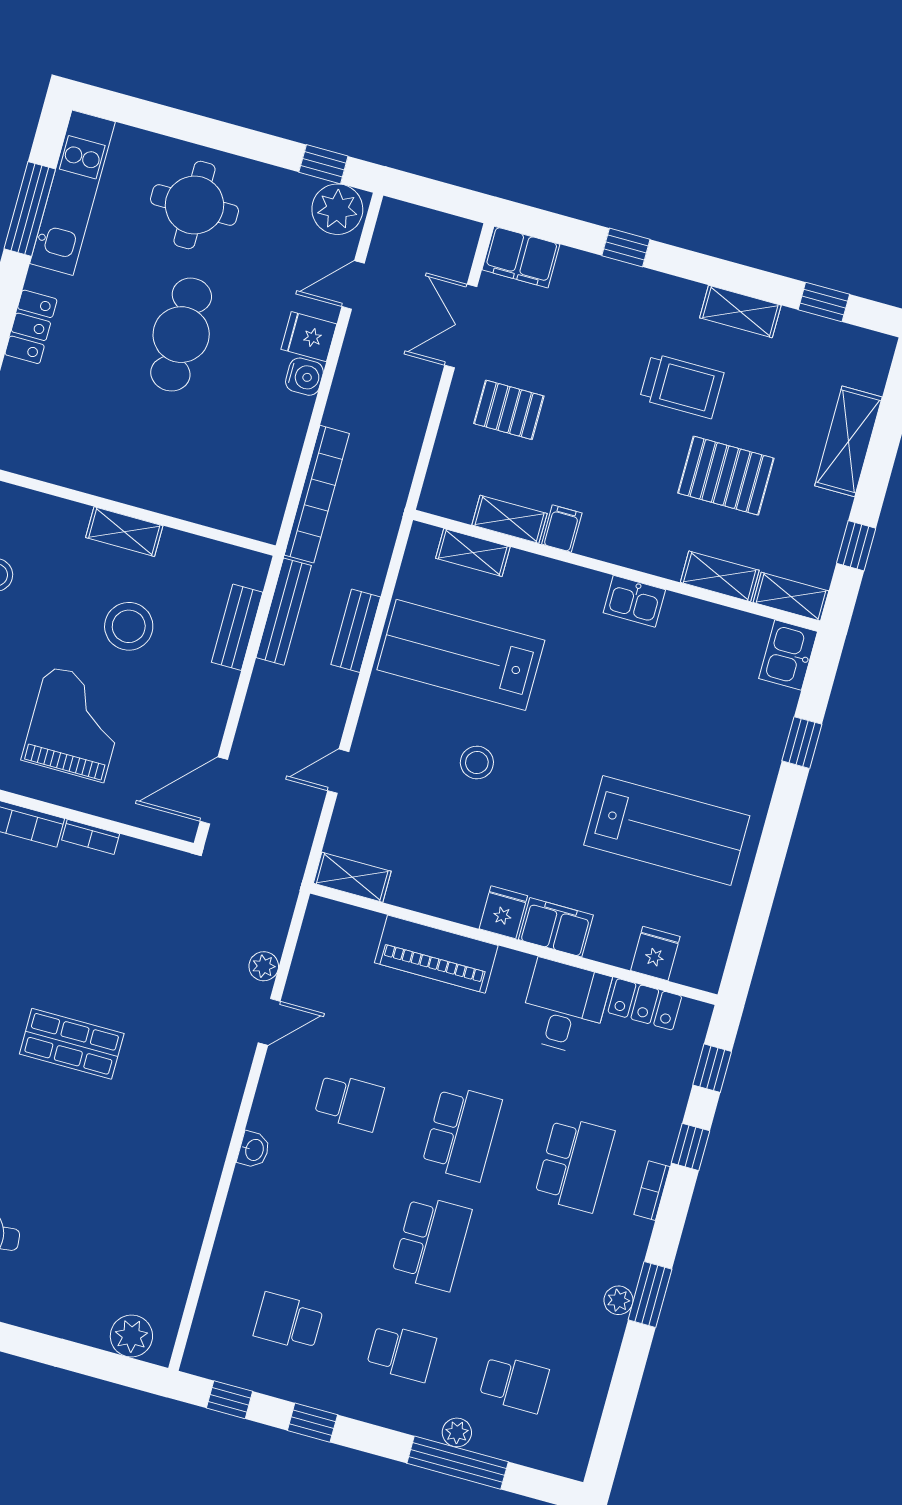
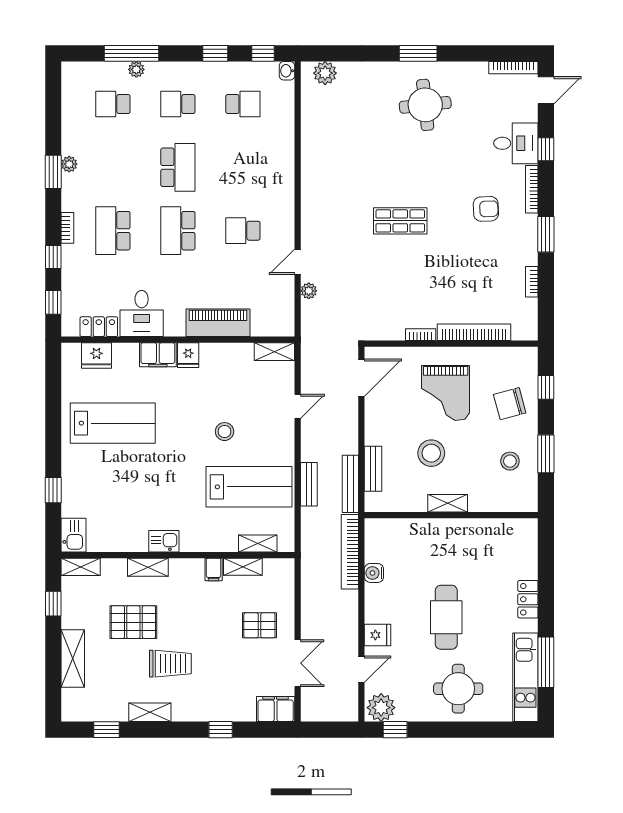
water cooler: (304, 377) -> (374, 573), moved
trolley: (682, 386) -> (170, 664), turned 180
shelving: (720, 576) -> (148, 567), moved
lab bench: (667, 830) -> (113, 423), turned 180
fridge: (655, 954) -> (96, 355), width x1.38
washbasin: (254, 1150) -> (287, 71), moved
school desk: (432, 1243) -> (178, 167), turned 180

